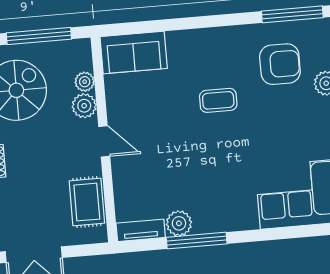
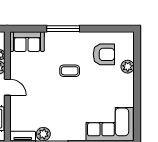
window: (292, 14) -> (63, 29), moved

